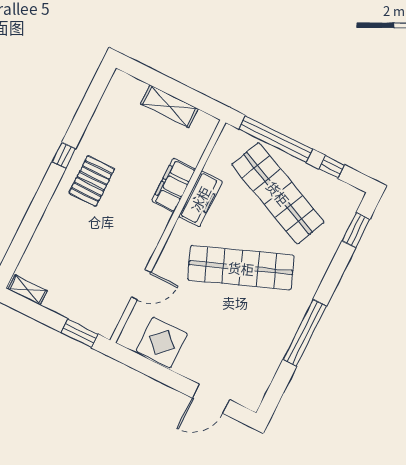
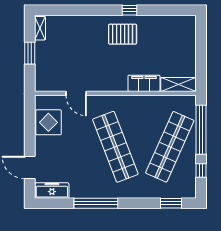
shelving: (169, 106) -> (178, 85), moved, turned 90
freezer: (200, 199) -> (52, 191), moved, turned 180
window: (80, 333) -> (30, 53), moved

